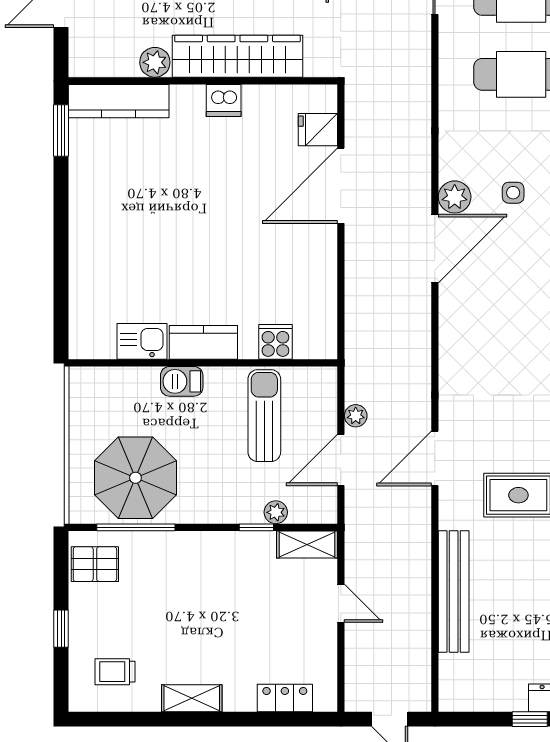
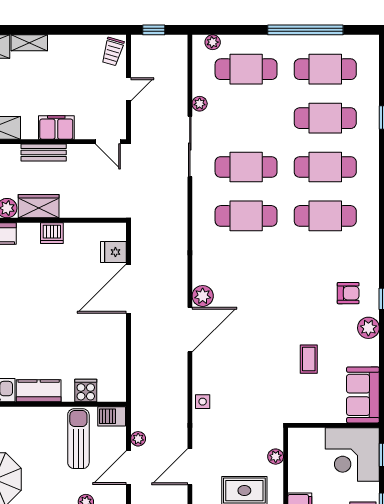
wardrobe: (237, 56) -> (39, 206), width x0.48, depth x0.85
side table: (513, 193) -> (203, 402), moved
barbecue: (182, 381) -> (112, 416), moved

